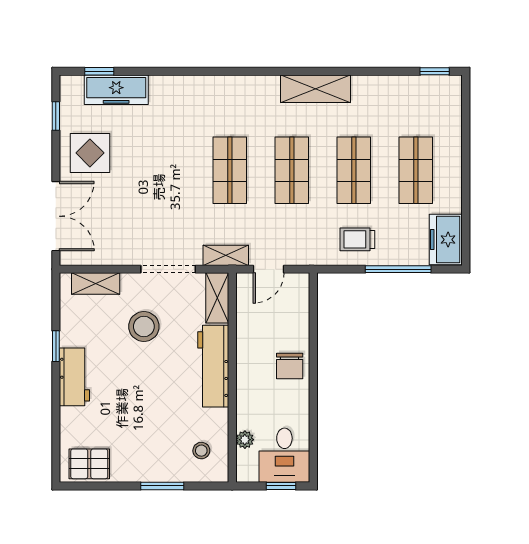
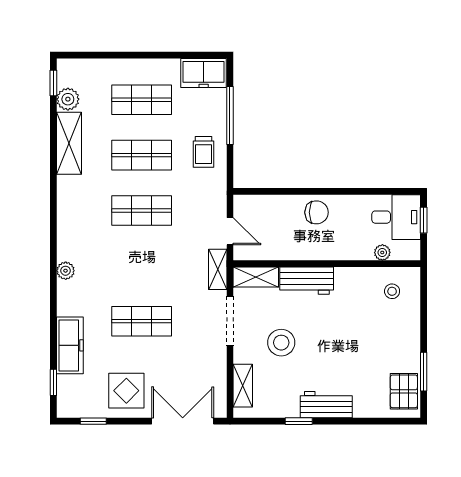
plant: (224, 85) -> (66, 271), added
plant: (416, 88) -> (68, 99), added
shelving: (316, 89) -> (69, 143), moved
freezer: (116, 90) -> (70, 345), moved
shop shelf: (230, 170) -> (142, 321), moved
workbench: (213, 366) -> (307, 281), width x0.73
window: (162, 486) -> (424, 372), moved

